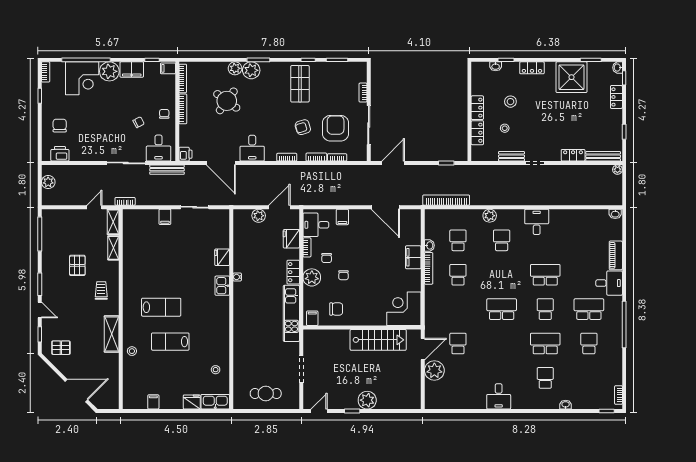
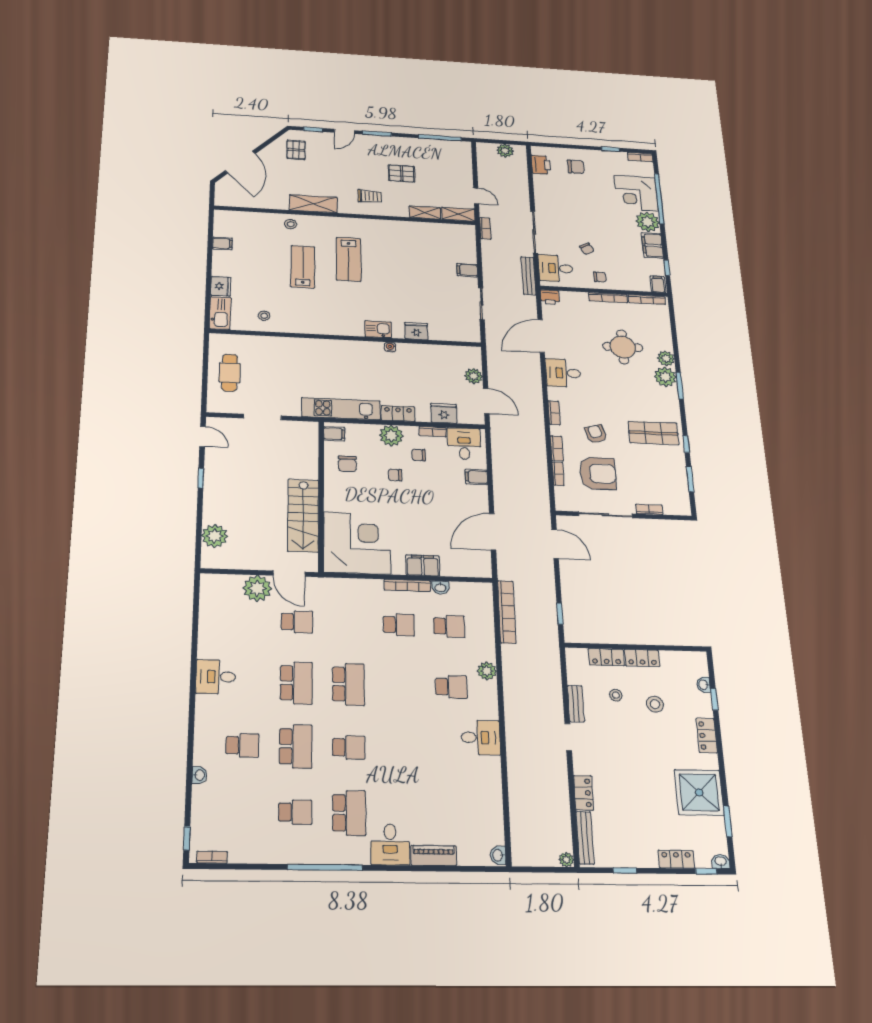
round table: (227, 101) -> (623, 347), turned -36
school desk: (545, 275) -> (296, 683), moved
corner desk: (404, 309) -> (357, 543), width x1.36, depth x1.36
plant: (367, 400) -> (215, 536), moved

